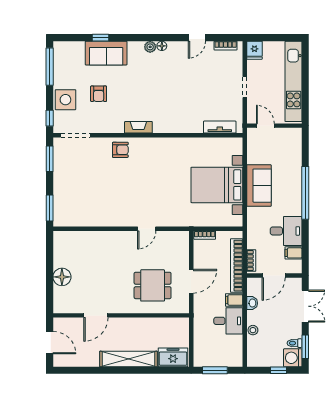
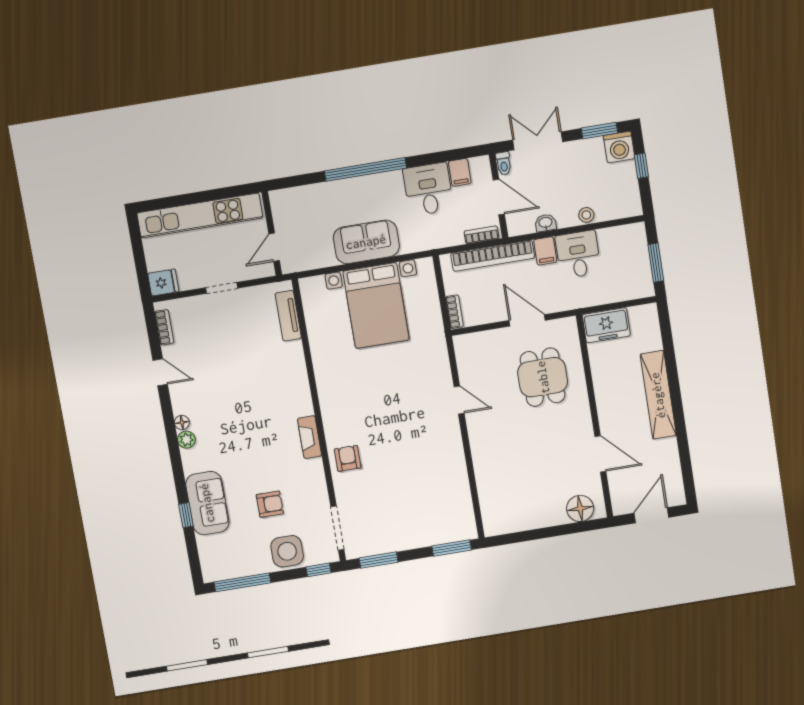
floor lamp: (62, 277) -> (580, 508), moved
toilet: (295, 343) -> (504, 163), moved
freezer: (173, 357) -> (606, 325), moved, turned -90

